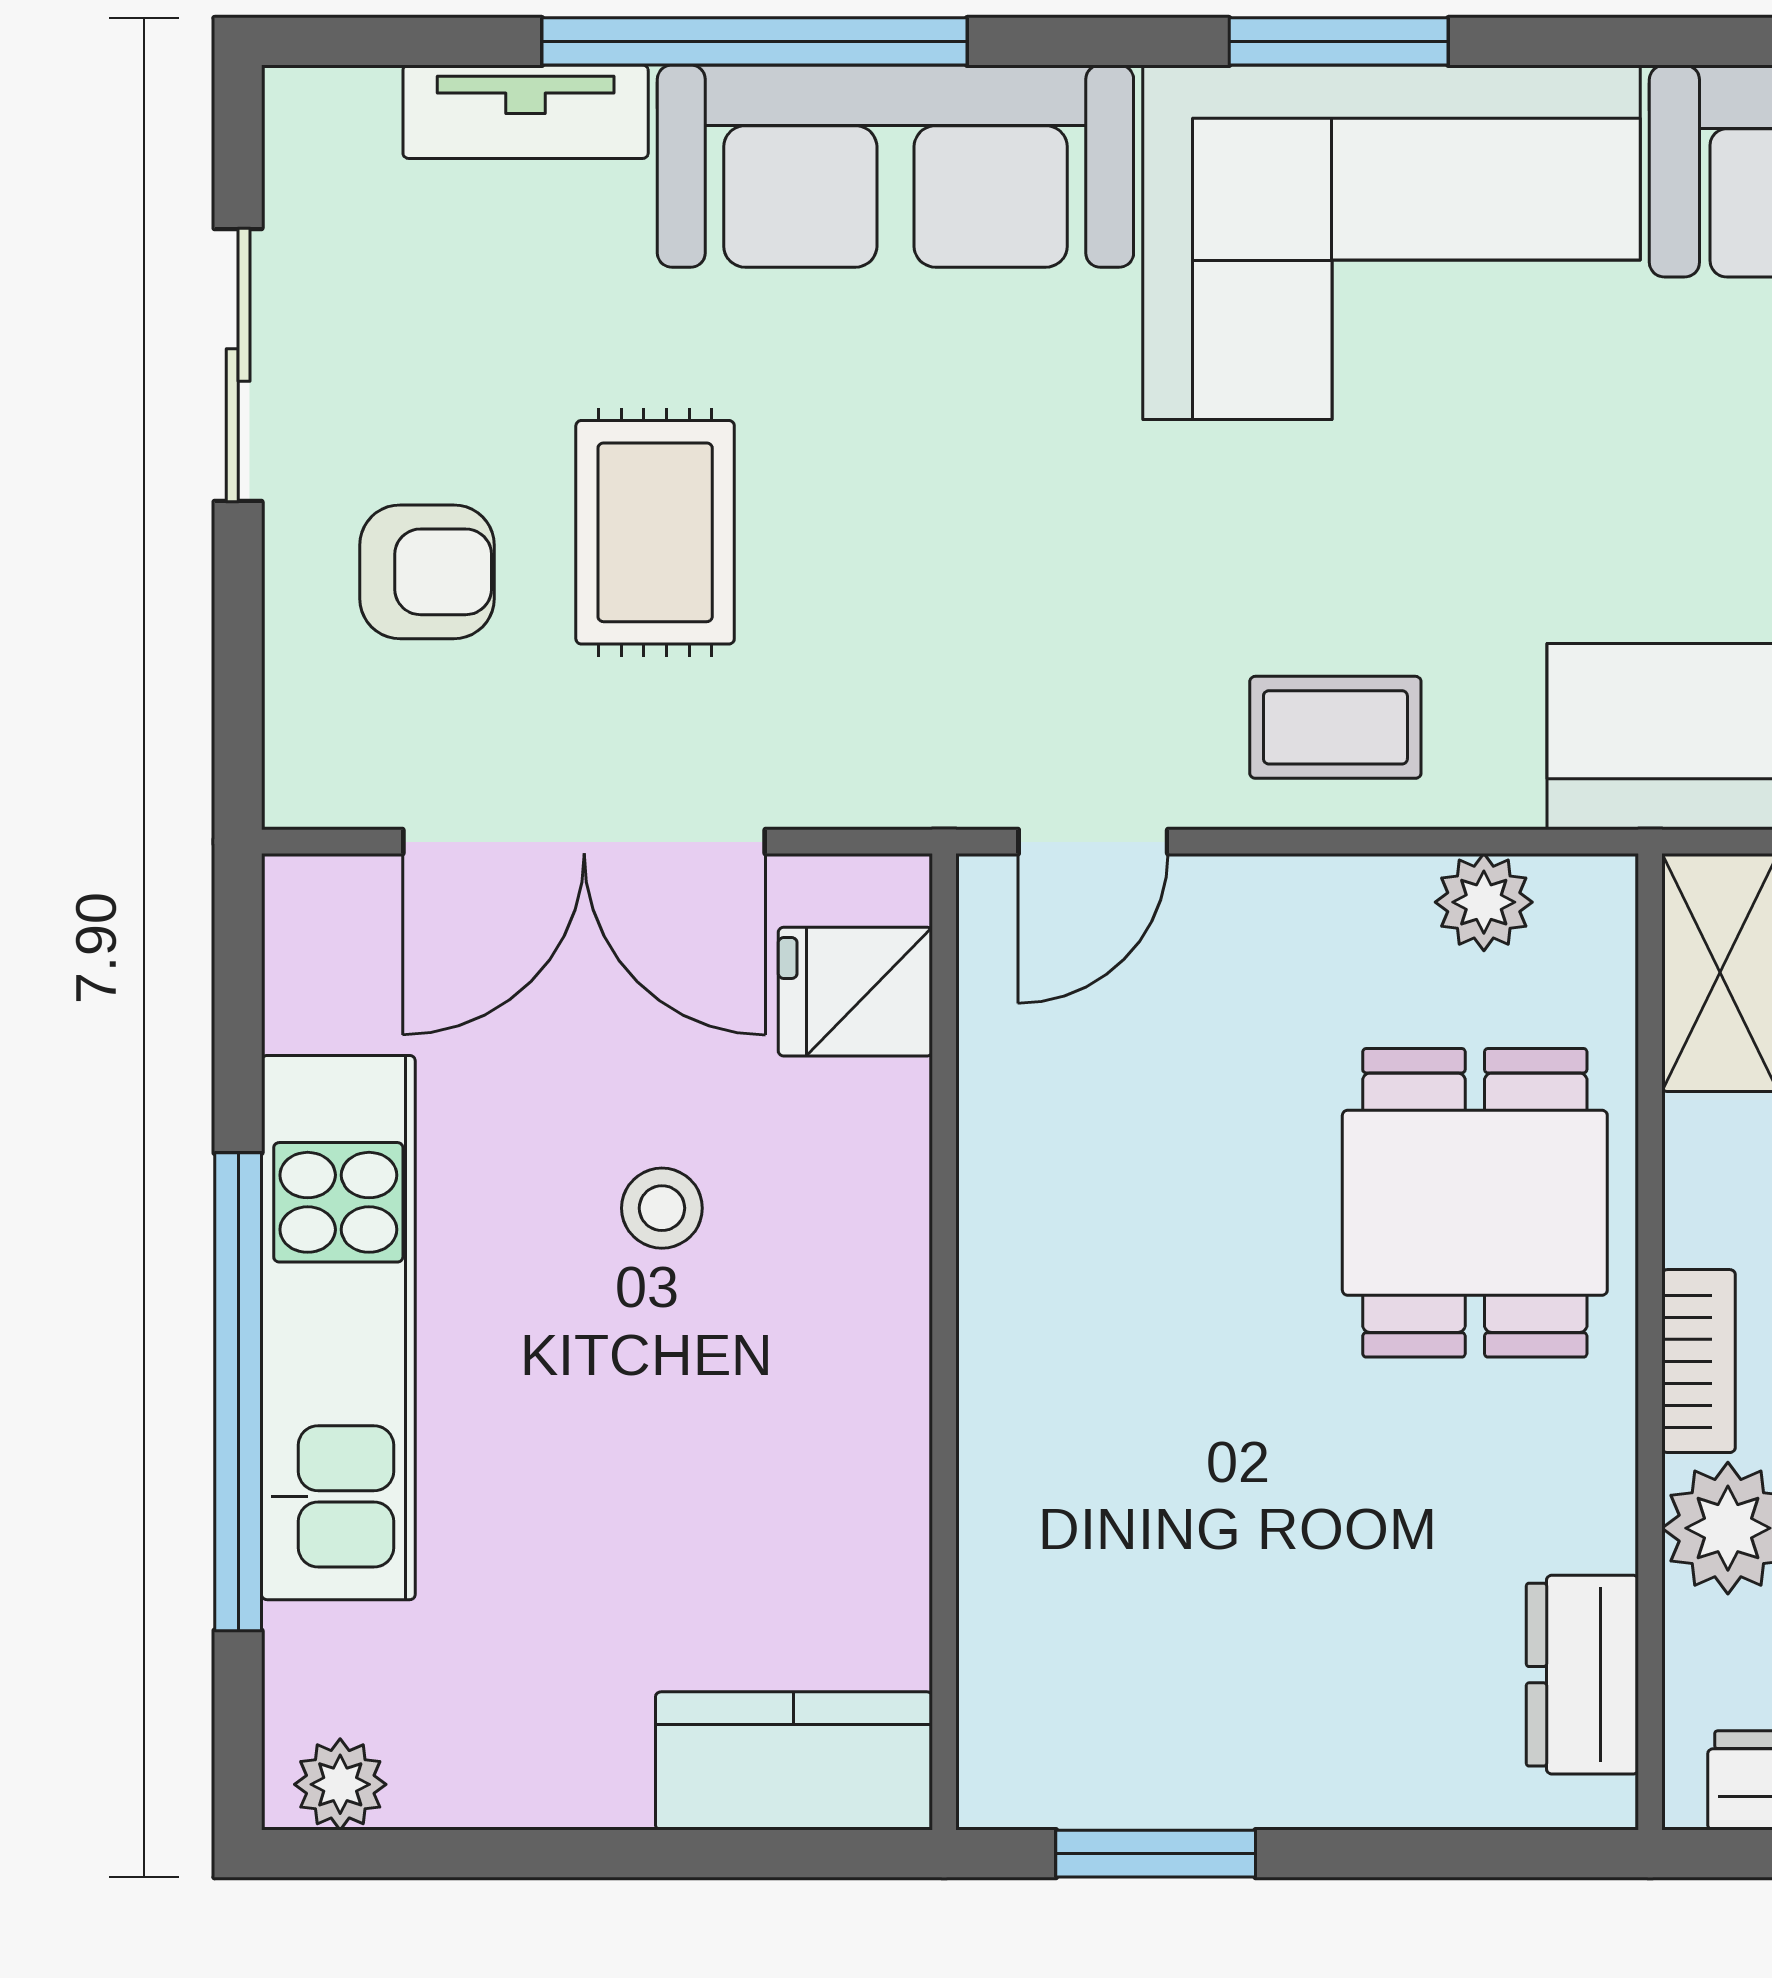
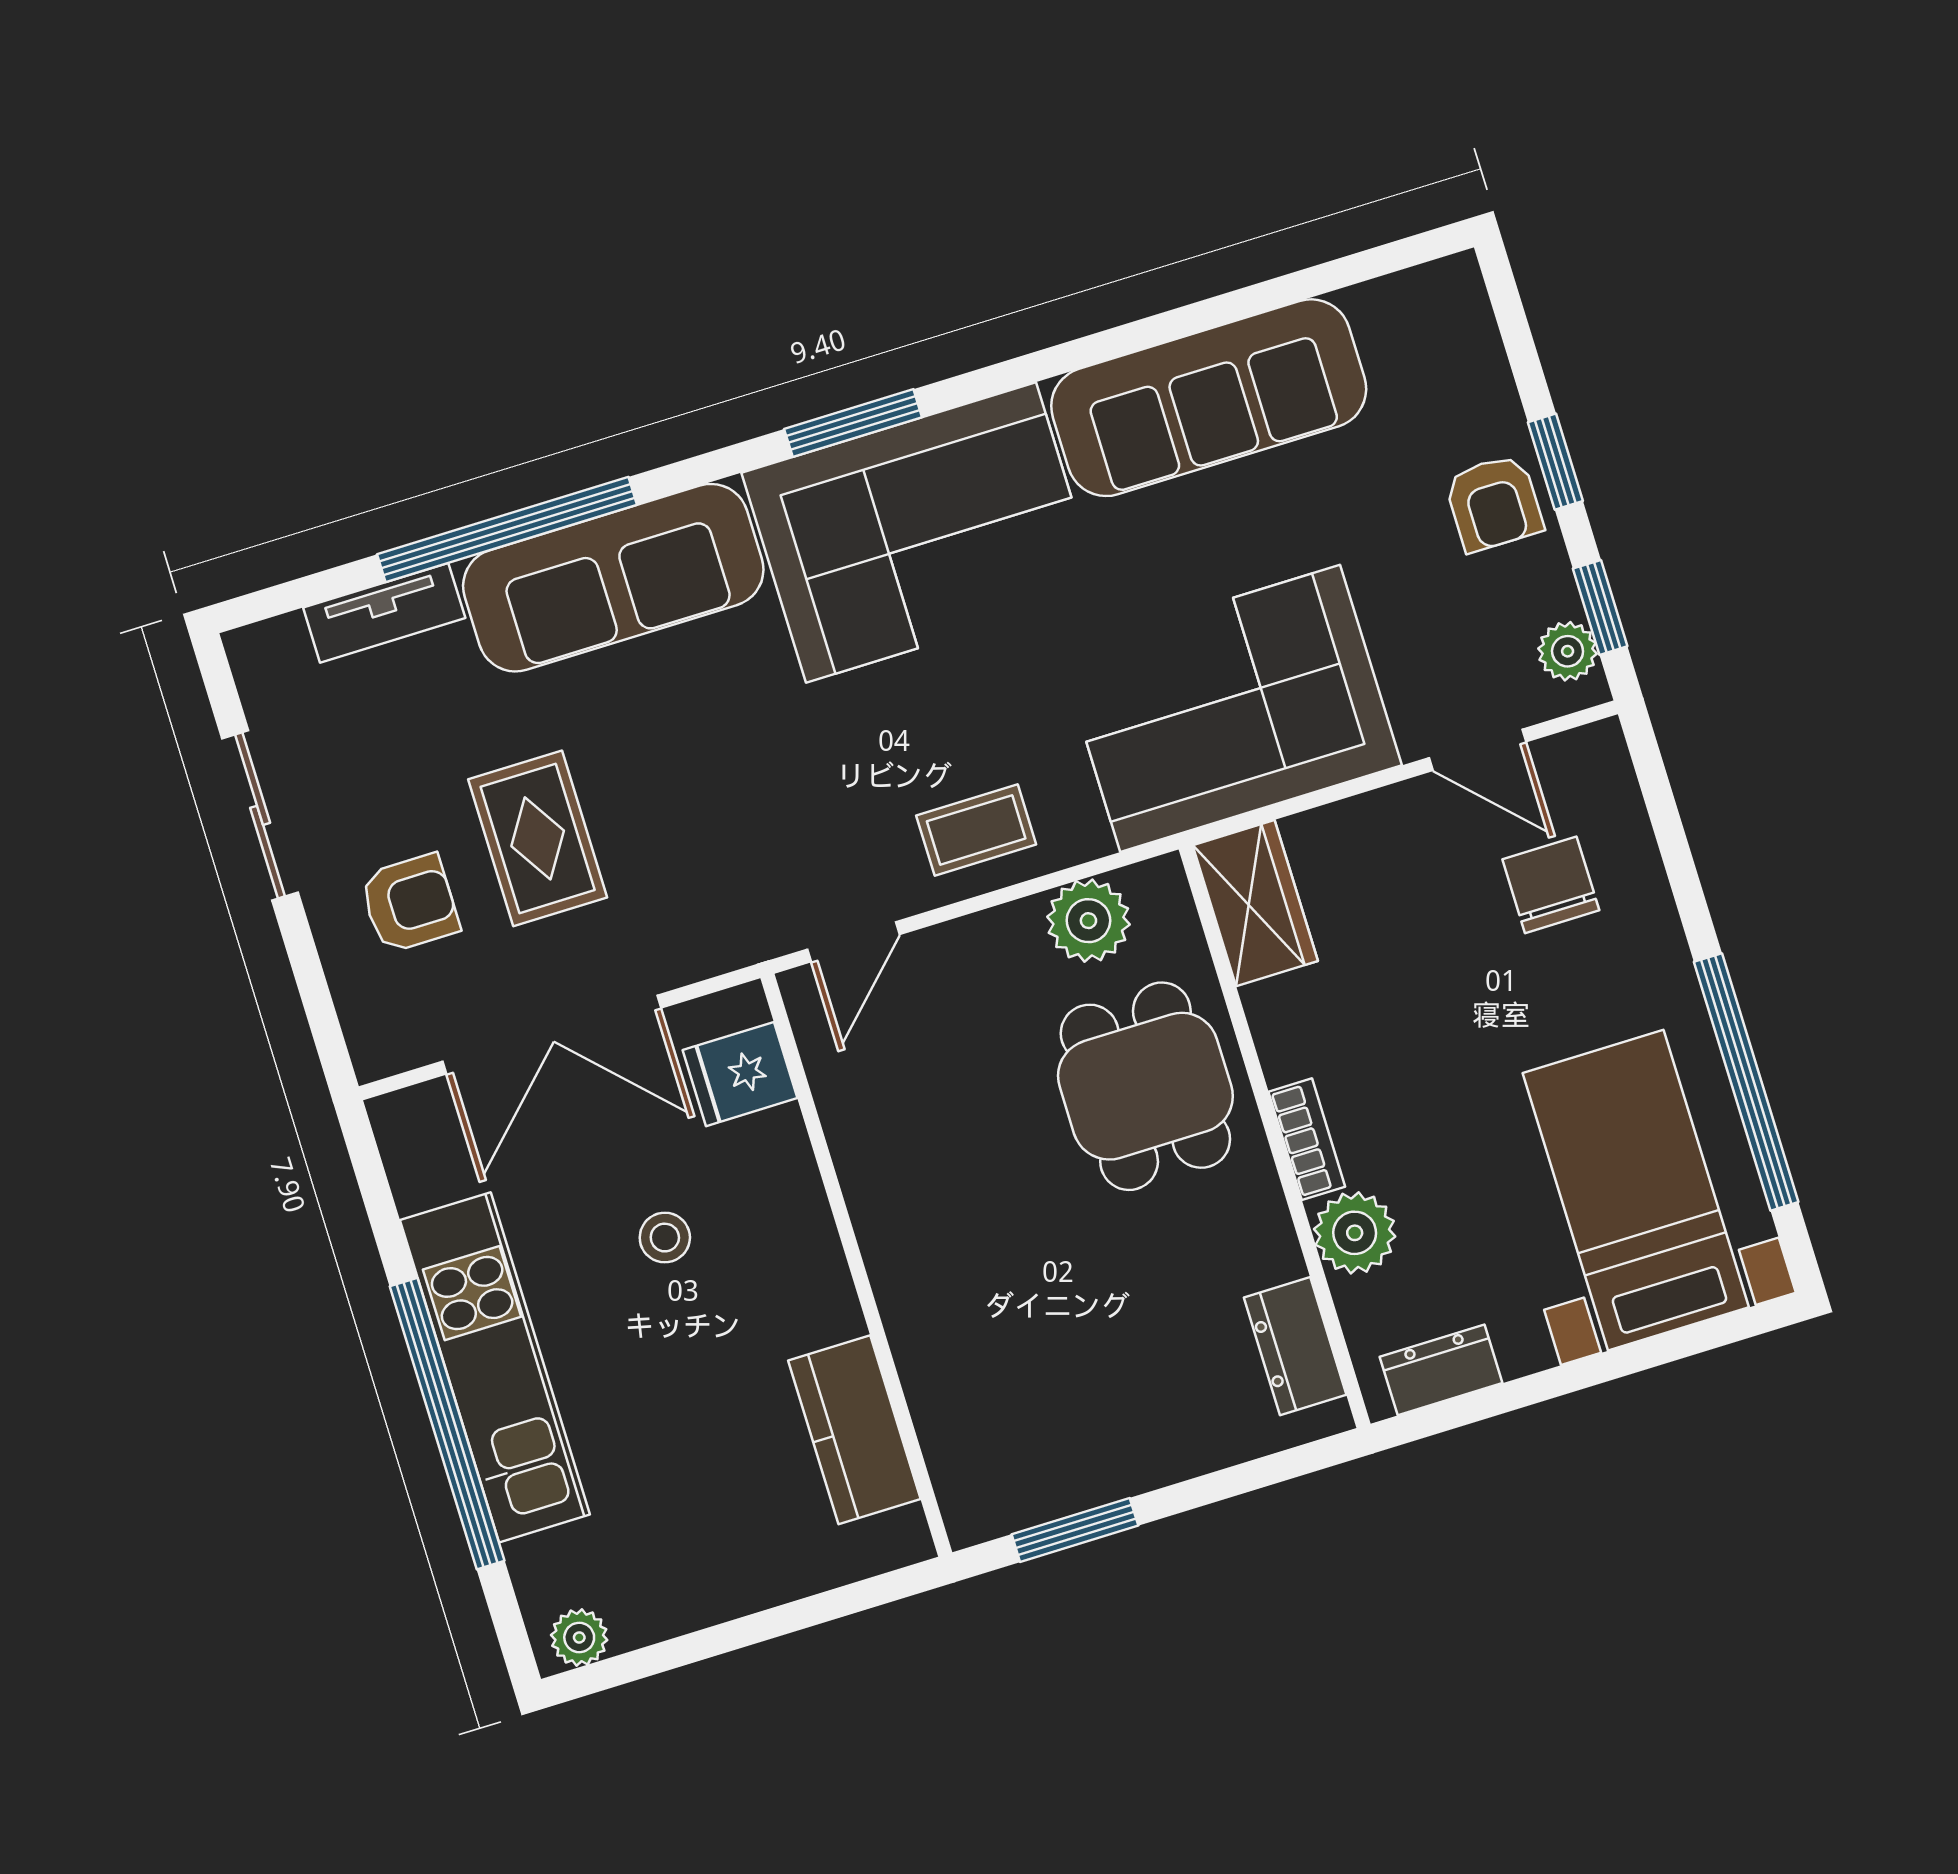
plant: (1484, 902) -> (1088, 921), width x1.38, depth x1.38
kitchen counter: (794, 1761) -> (854, 1430), moved, turned -90

